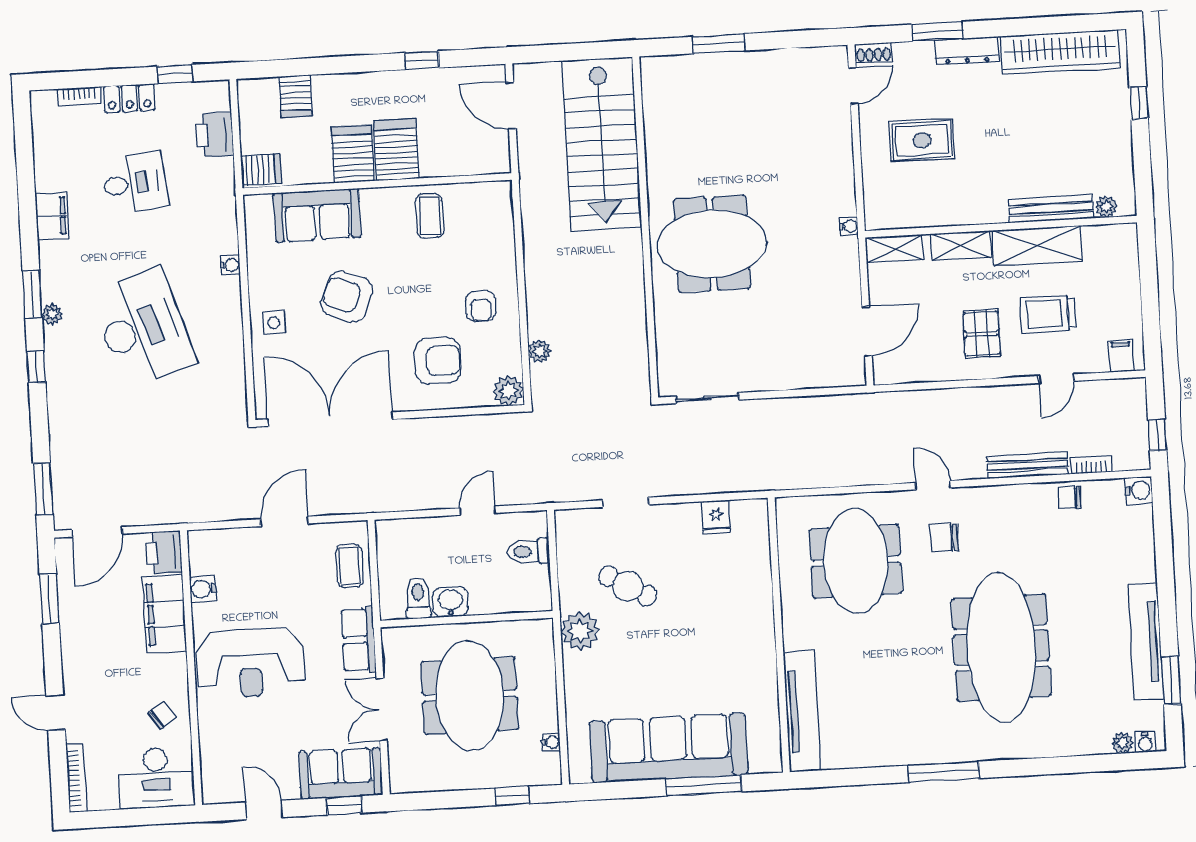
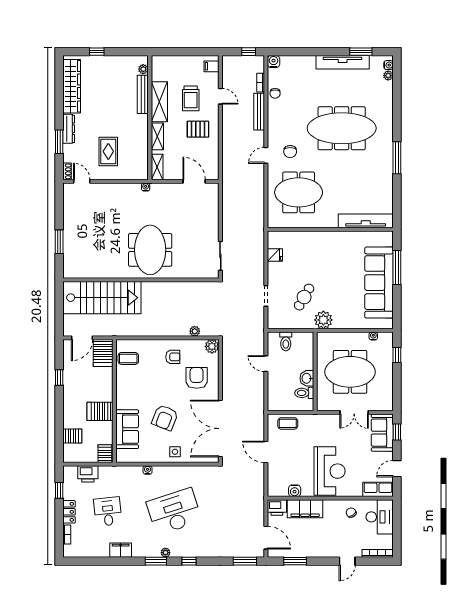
server rack: (396, 150) -> (103, 353), moved, turned -90
coffee table: (429, 216) -> (128, 358), moved
row of seats: (358, 640) -> (378, 489), moved, turned 180

